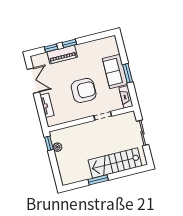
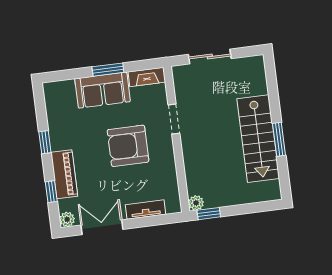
window: (69, 43) -> (45, 142), moved
plant: (36, 59) -> (67, 219), added
armchair: (84, 90) -> (128, 146), turned -90
plant: (57, 147) -> (196, 203), moved
stairs: (115, 163) -> (258, 139), moved

